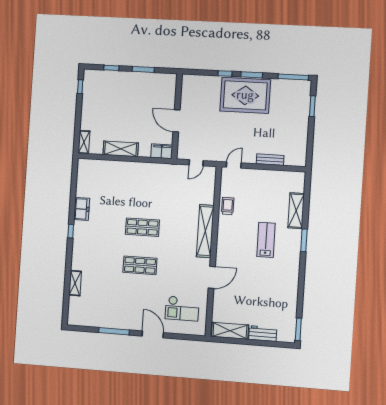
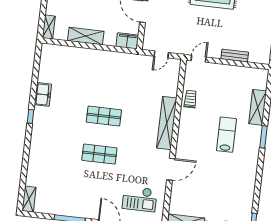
shelving: (75, 283) -> (29, 199), moved

